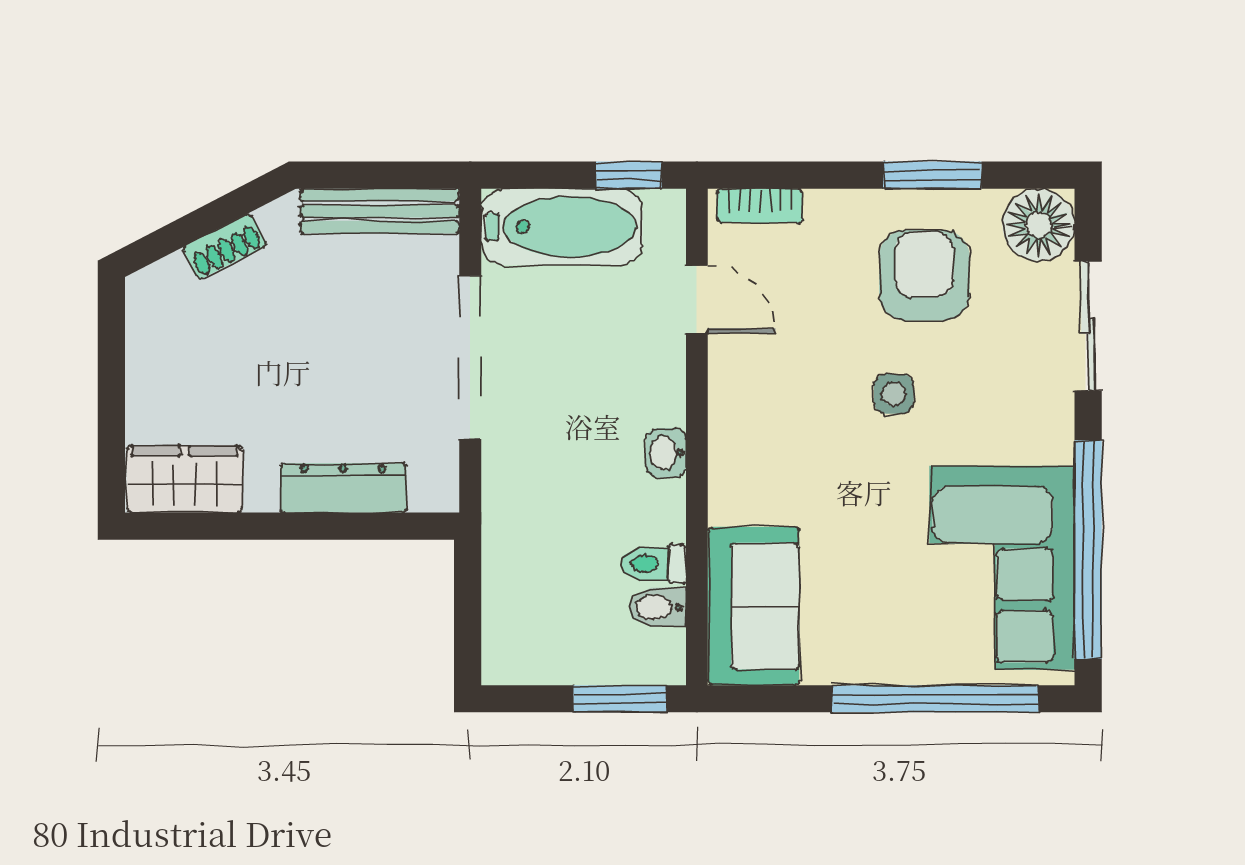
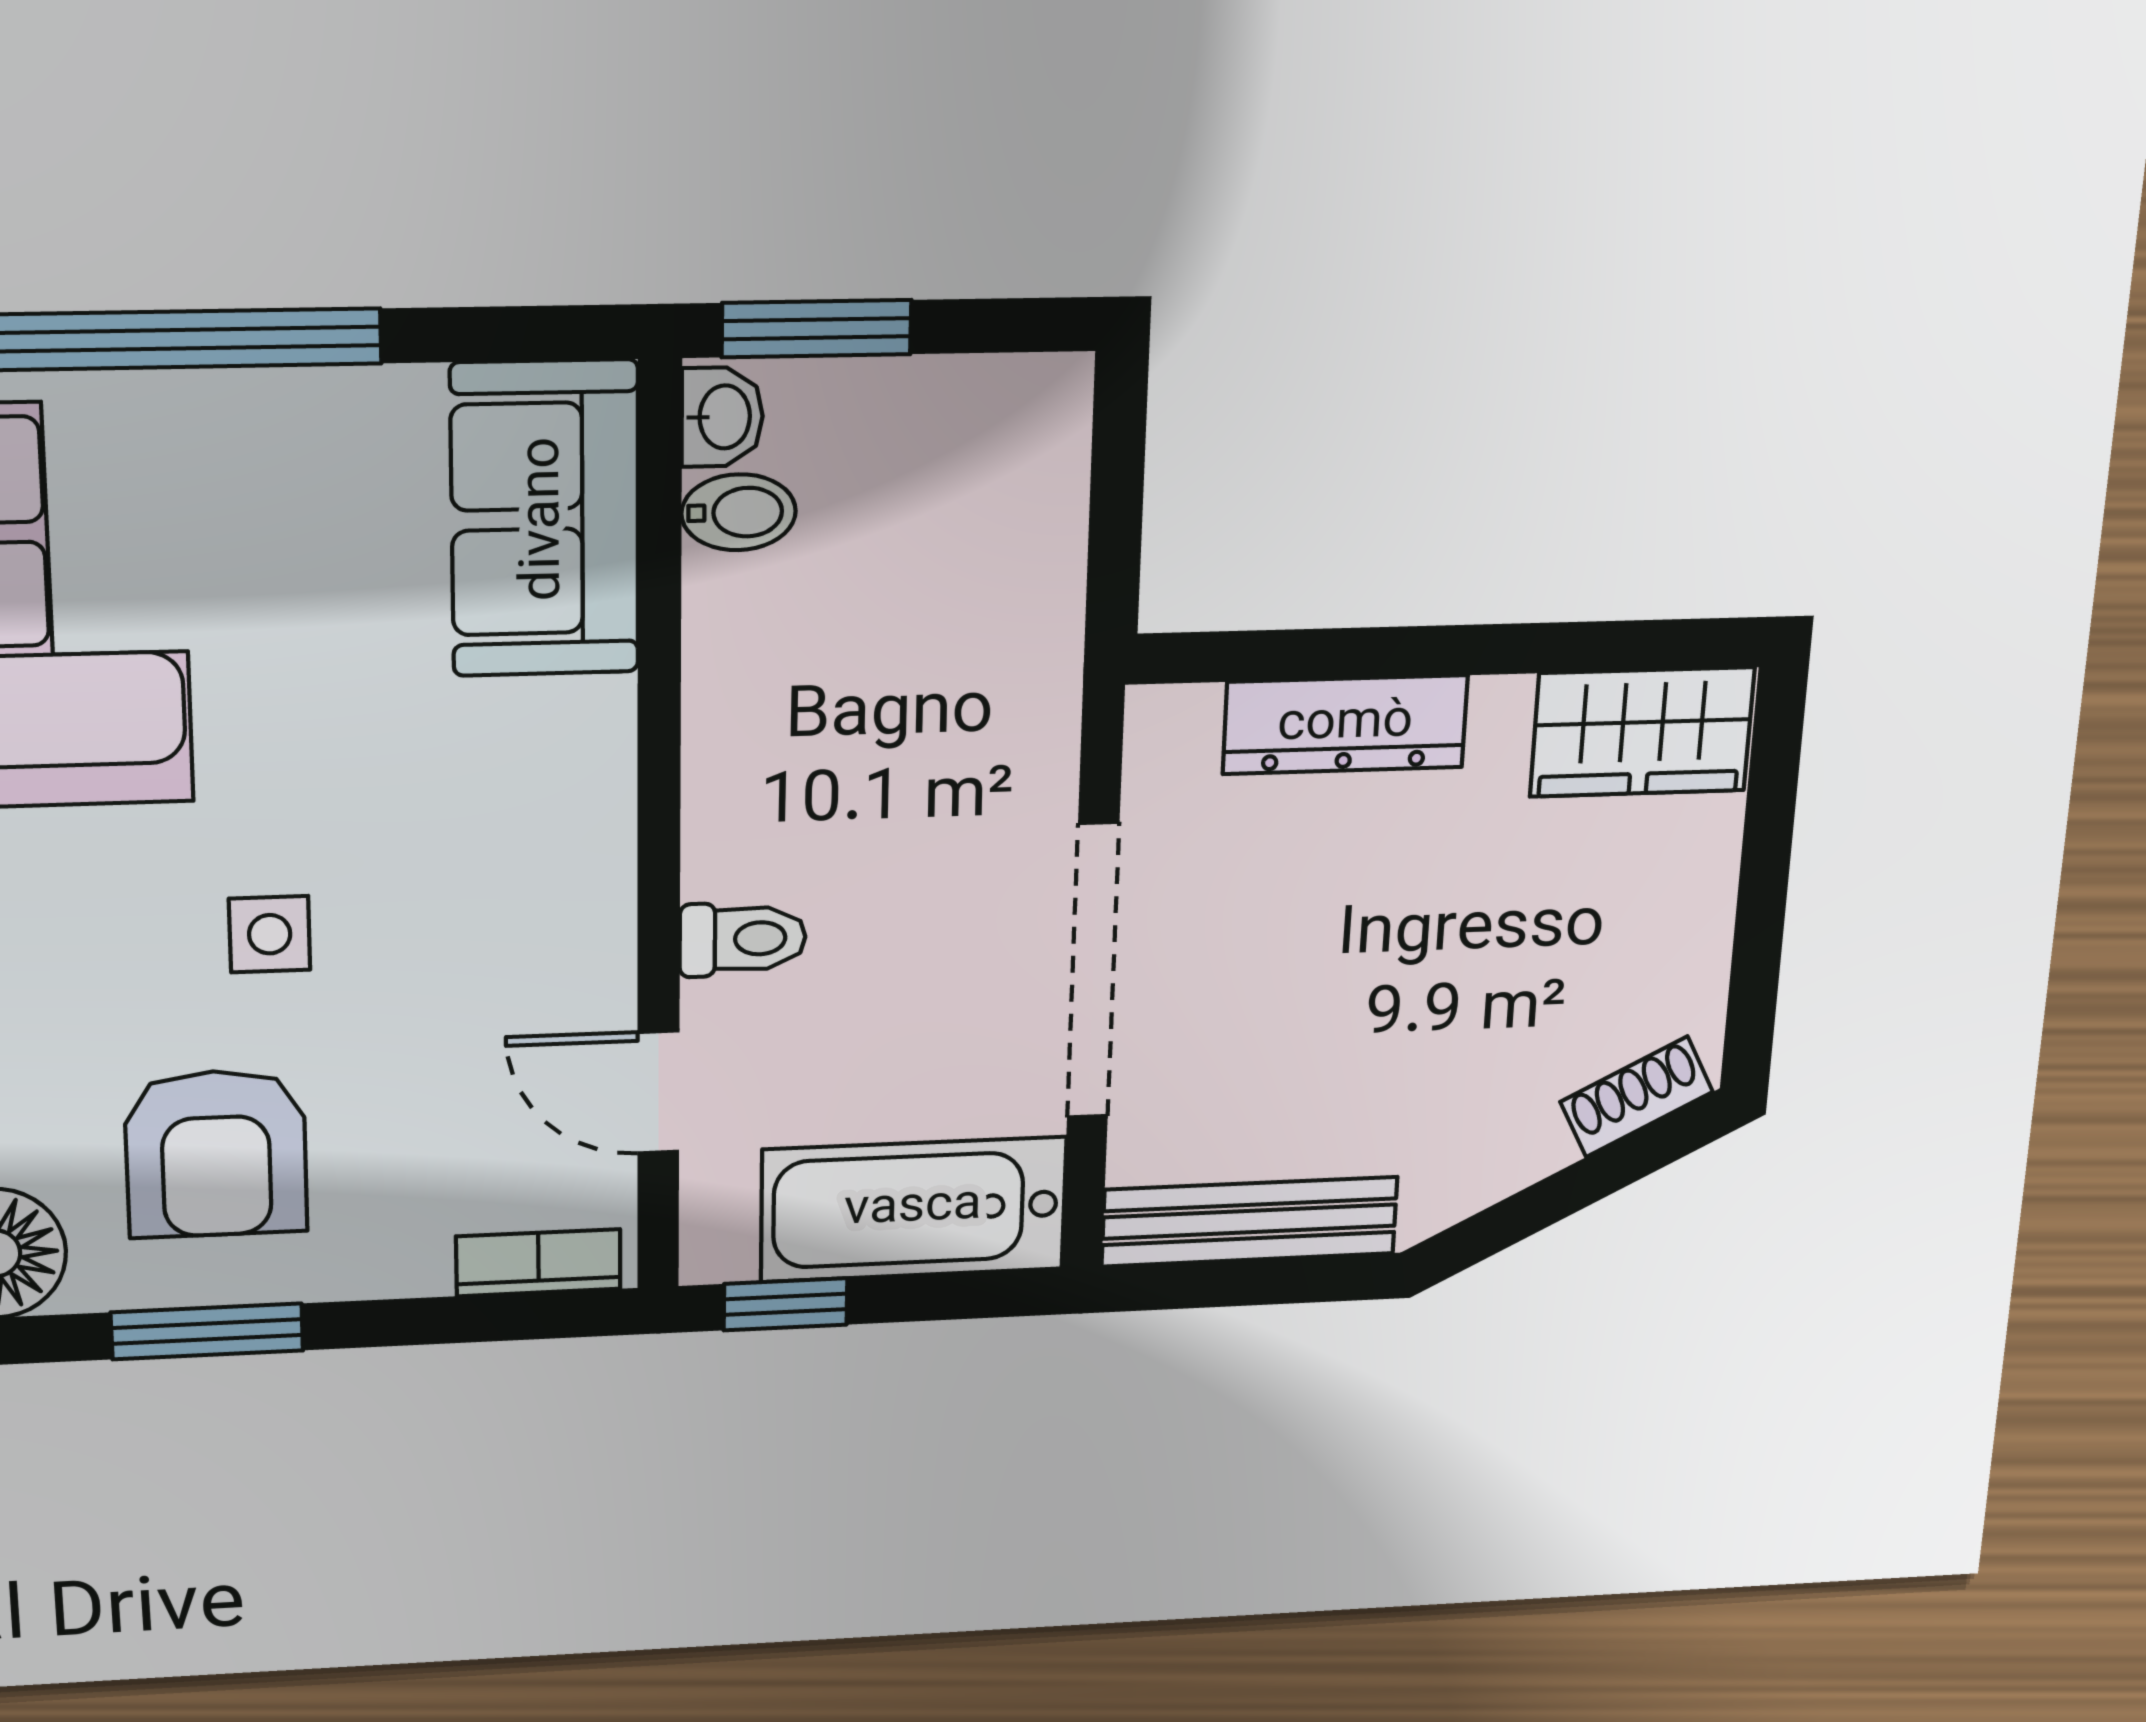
shoe rack: (225, 246) -> (1637, 1097), moved
washbasin: (666, 453) -> (722, 417), moved
toilet: (654, 564) -> (743, 939), moved

